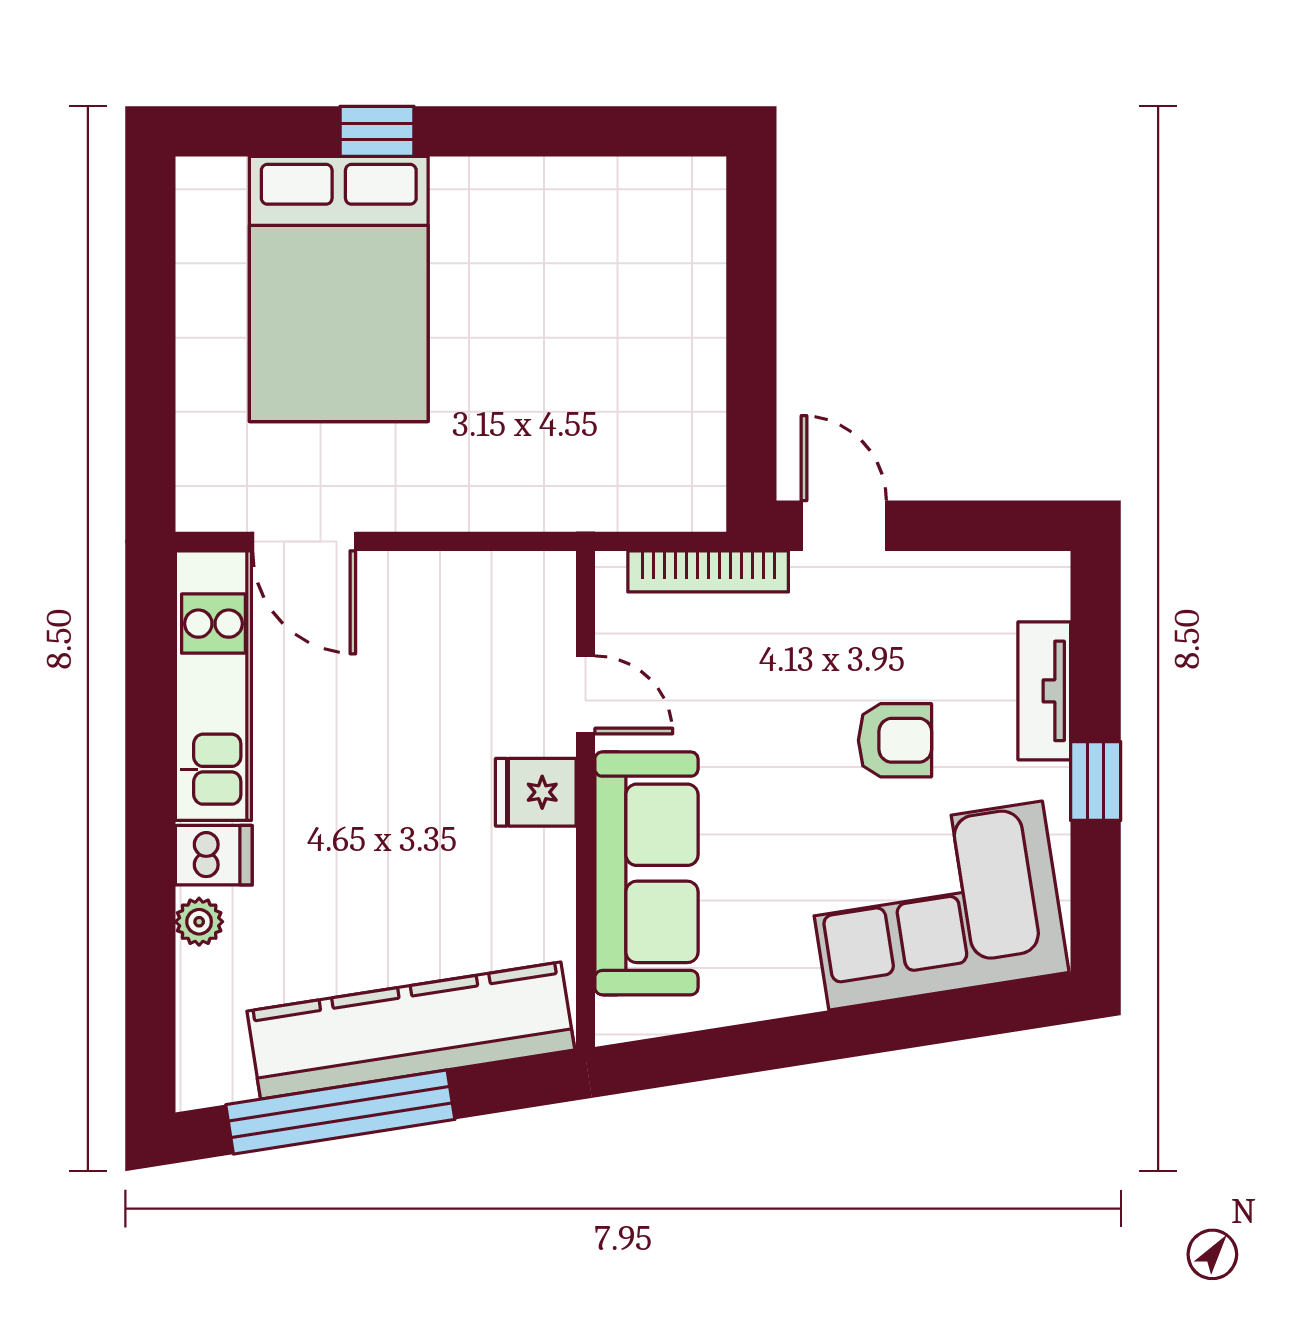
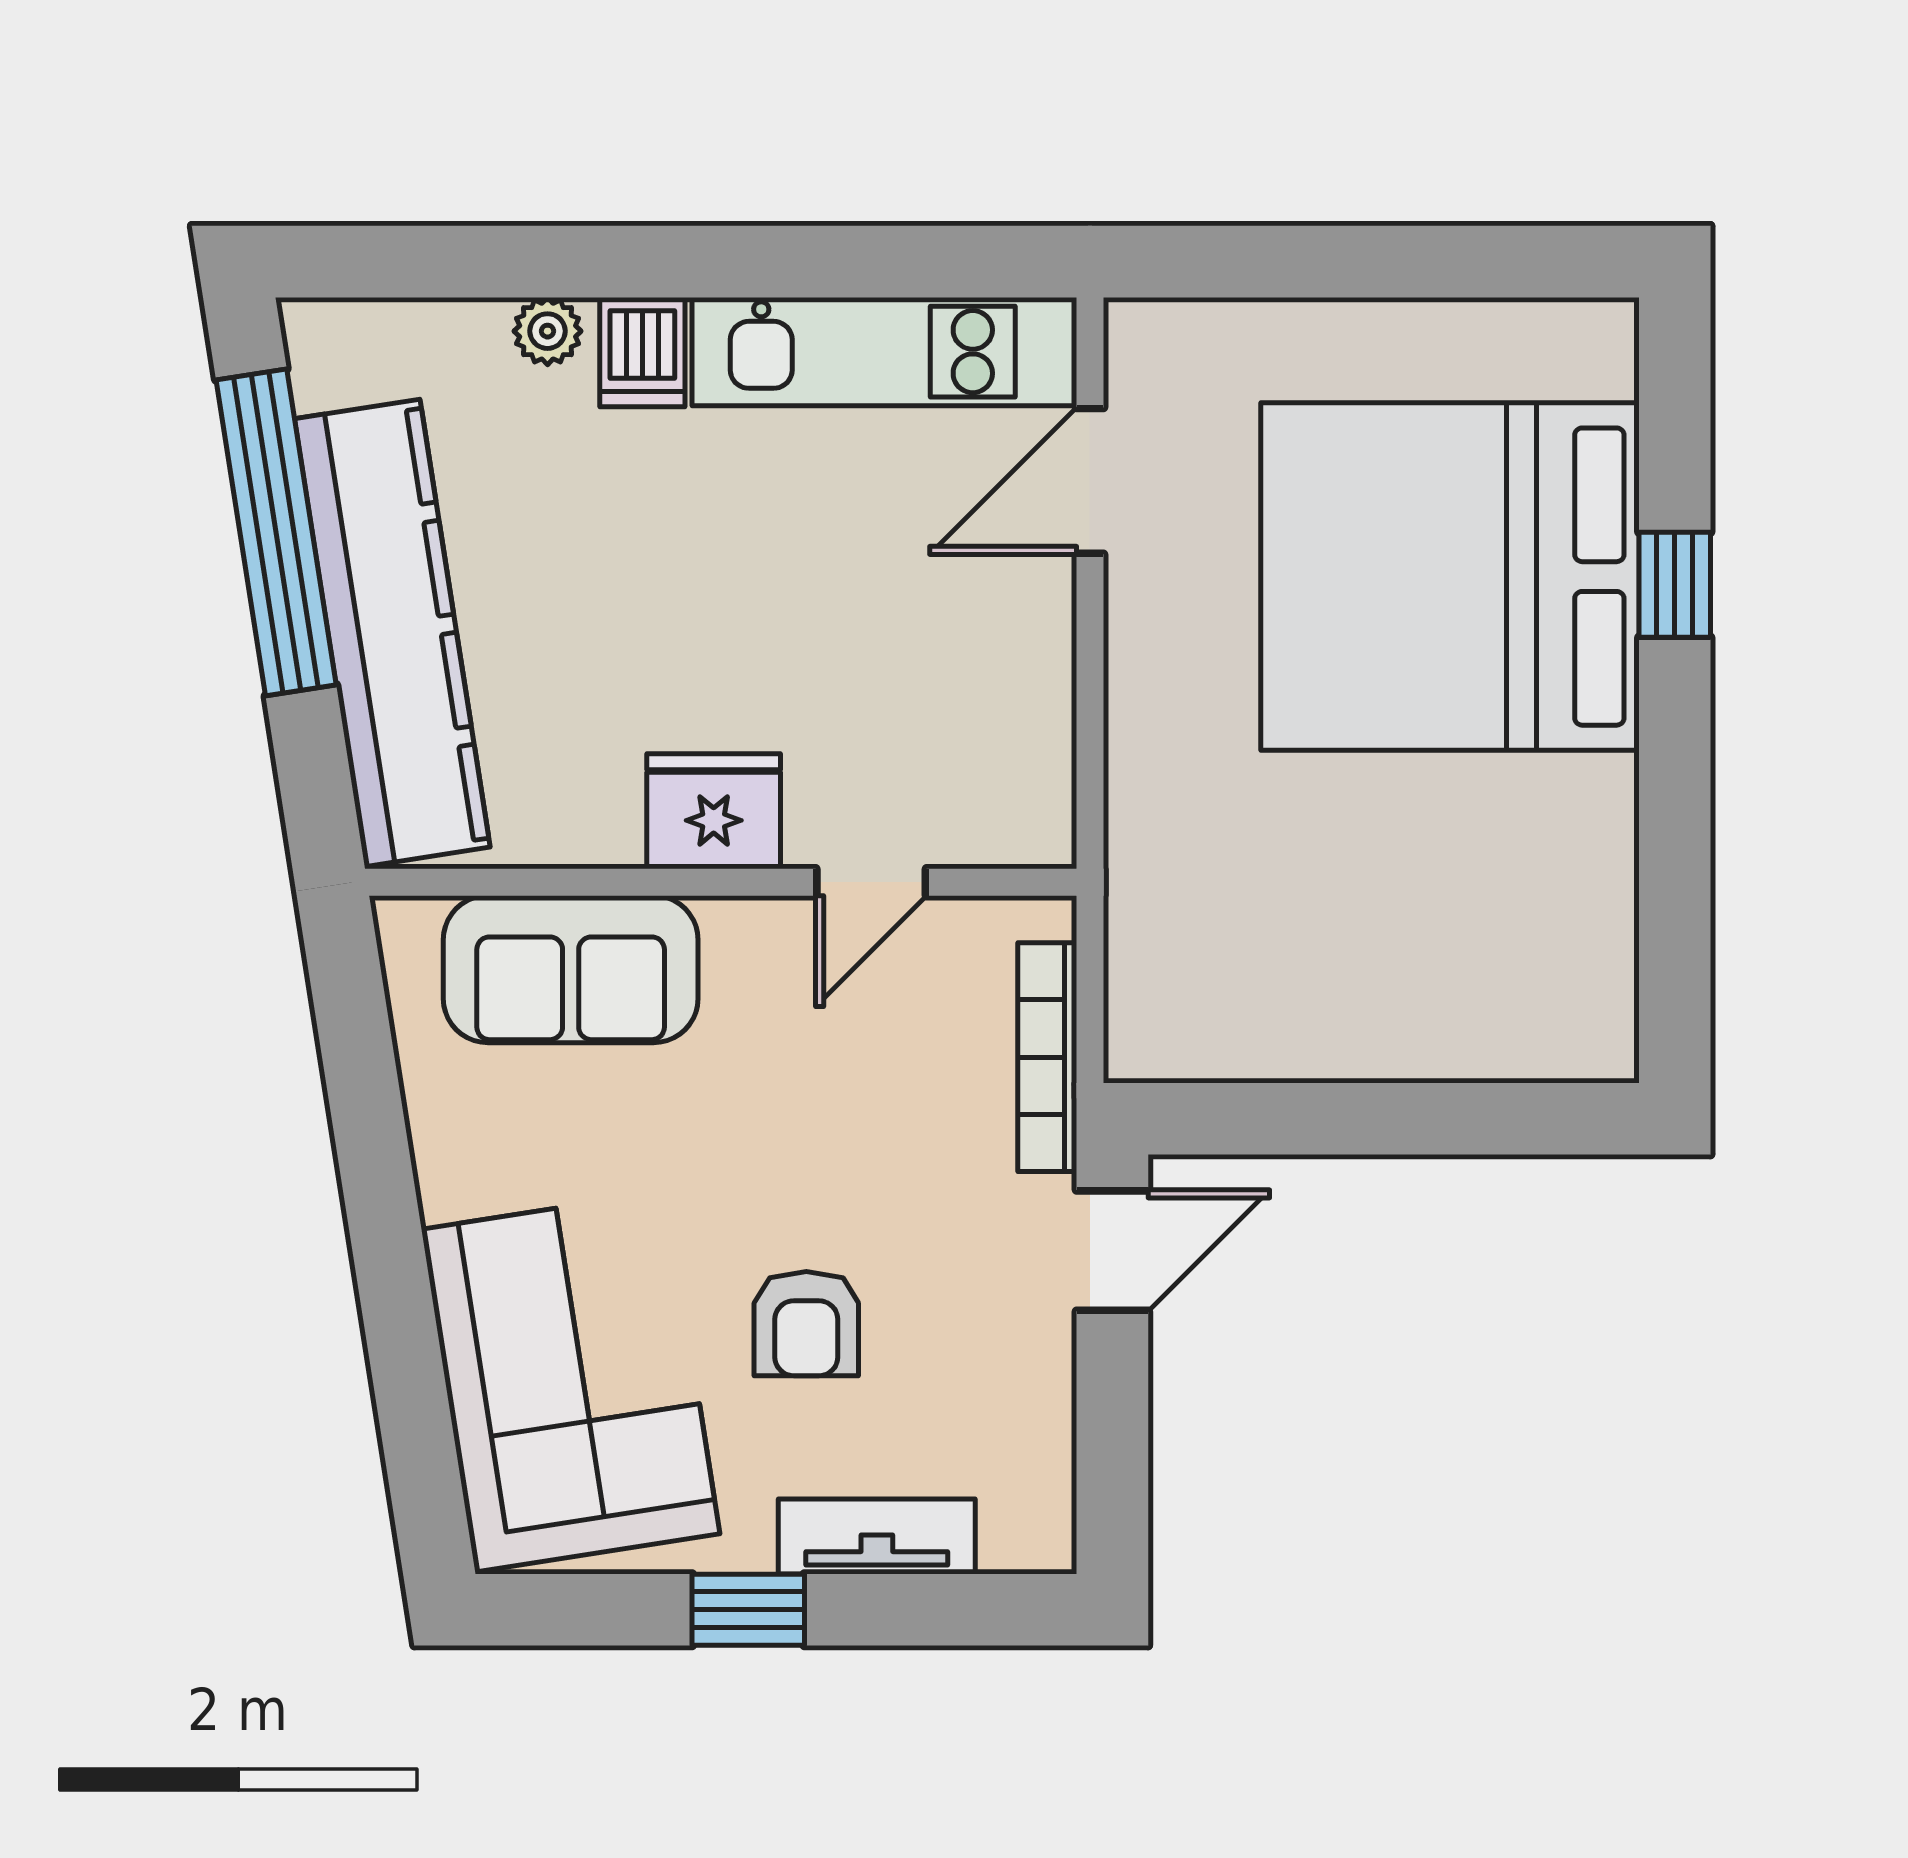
bed: (339, 289) -> (1450, 577), width x1.36
fridge: (536, 792) -> (714, 811), width x1.38
sofa: (646, 873) -> (571, 969), width x0.73

